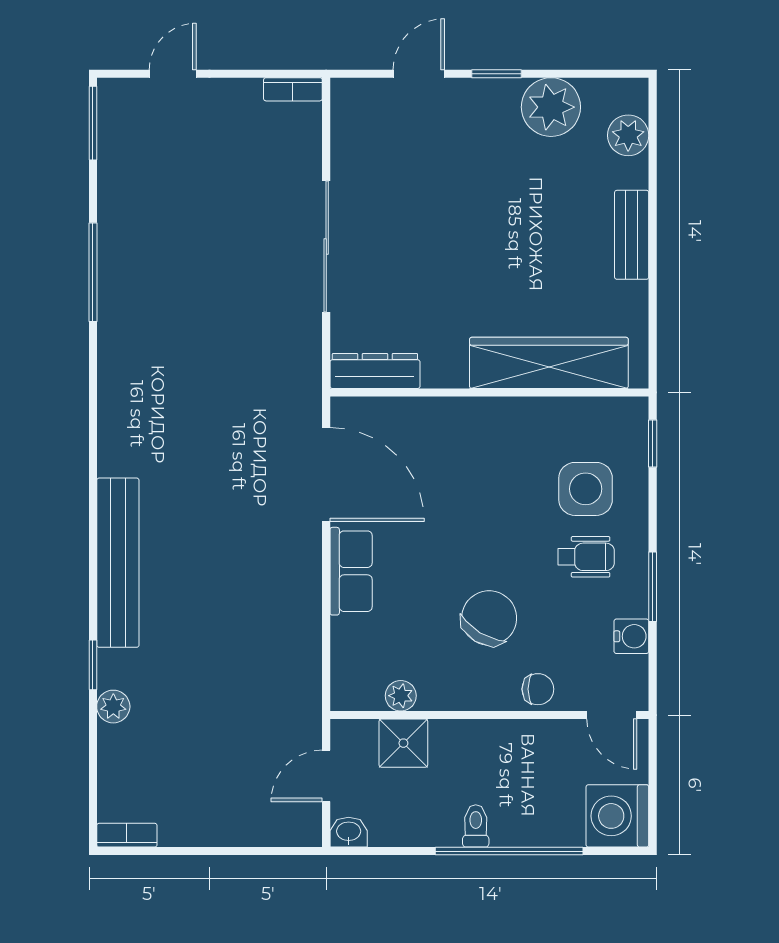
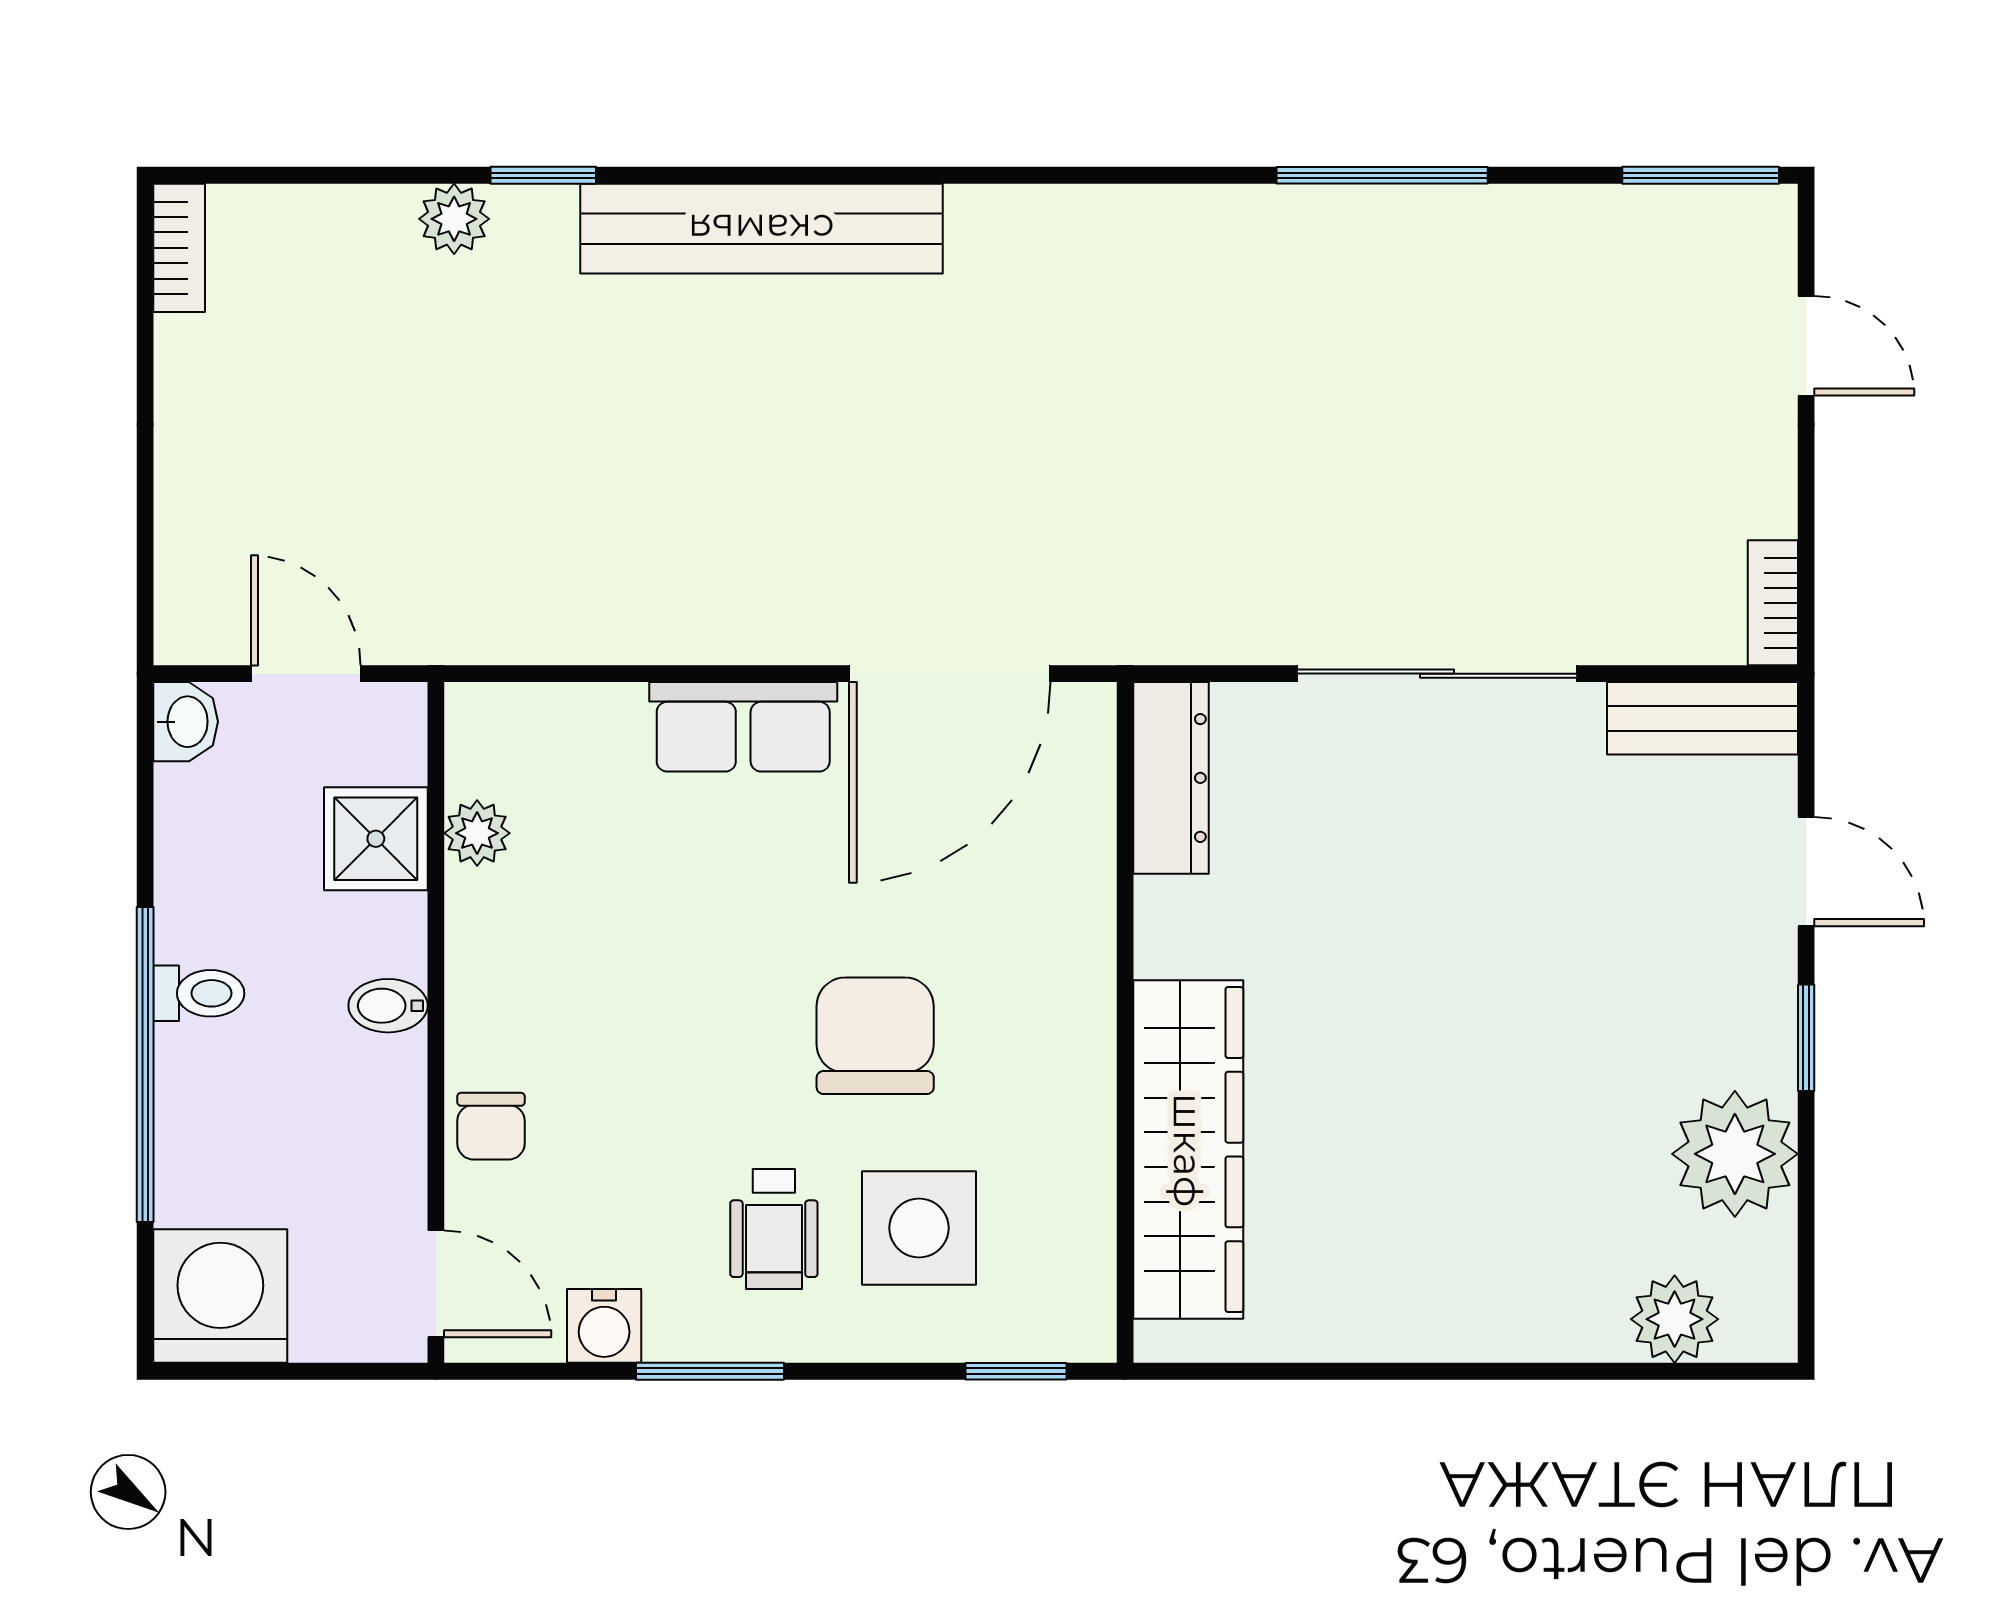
bench: (632, 235) -> (1703, 718), moved
chair: (489, 618) -> (875, 1036), moved, turned -121
door: (612, 715) -> (436, 1284), swing flipped
bidet: (482, 737) -> (388, 1006), added

